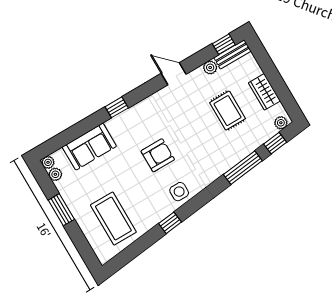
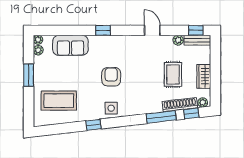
shoe rack: (256, 141) -> (180, 105), added
armchair: (158, 155) -> (111, 77), turned -90
coffee table: (113, 219) -> (59, 101), turned 90

